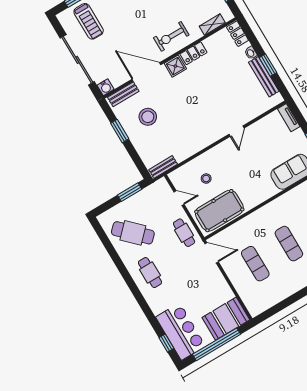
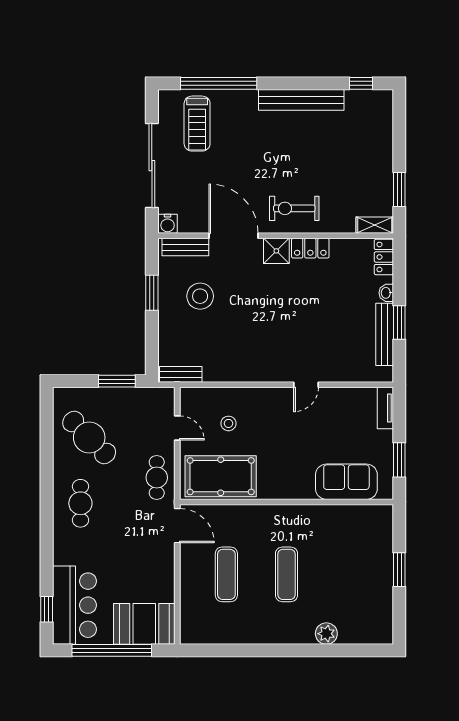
shelving: (212, 25) -> (375, 225), moved

